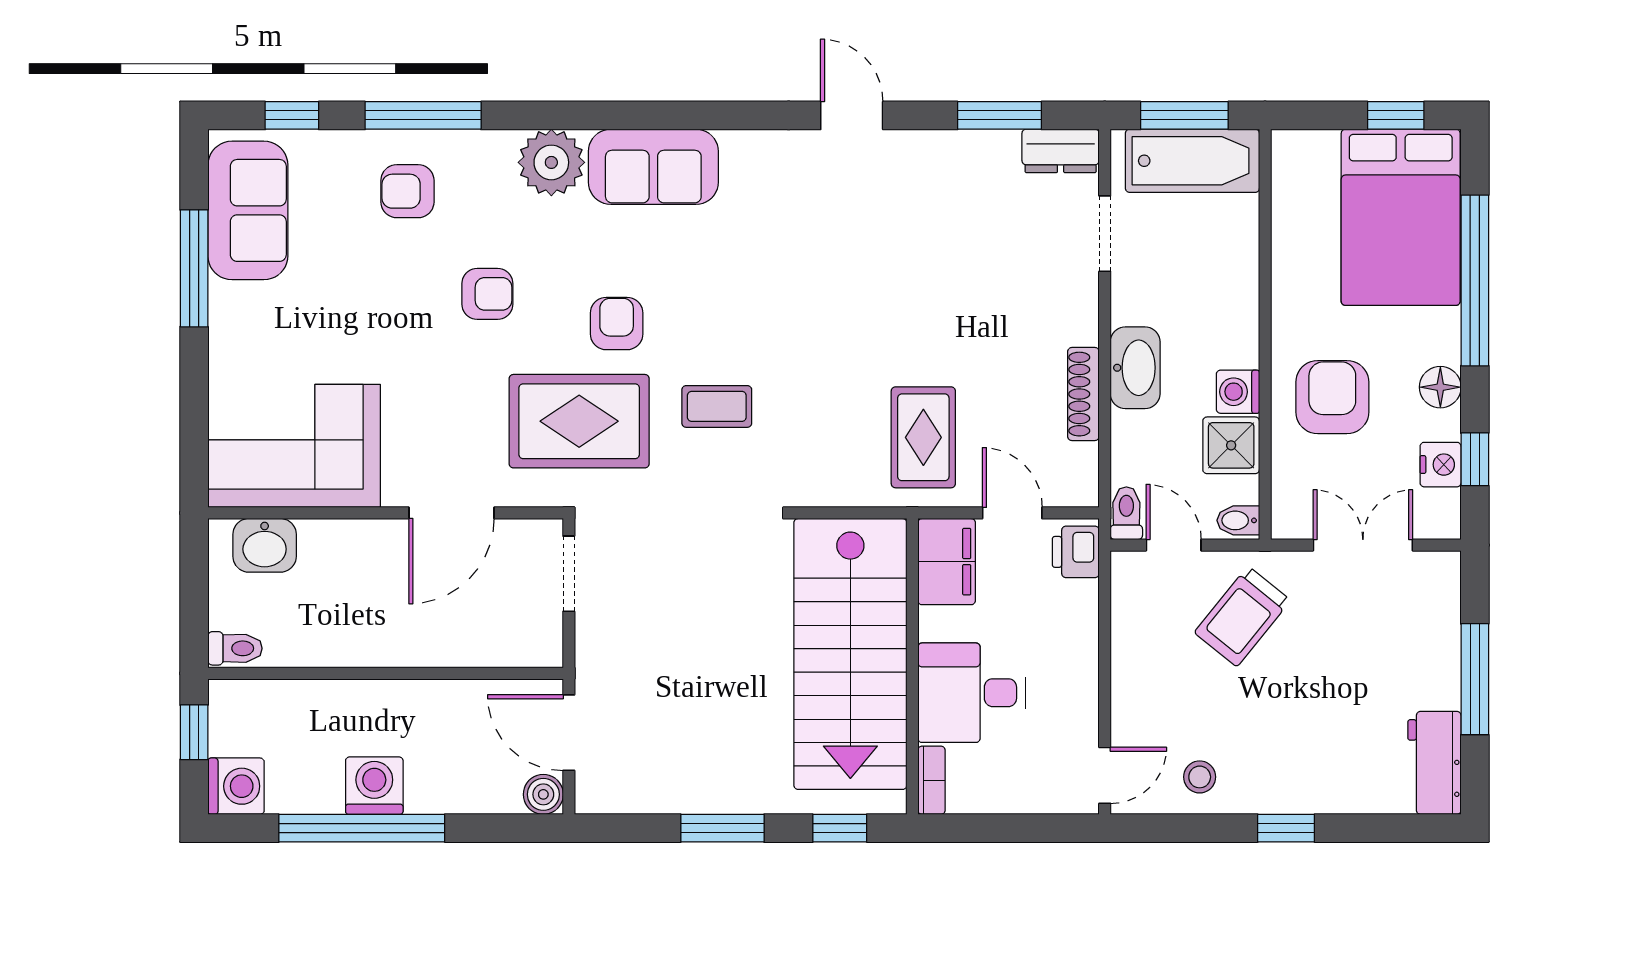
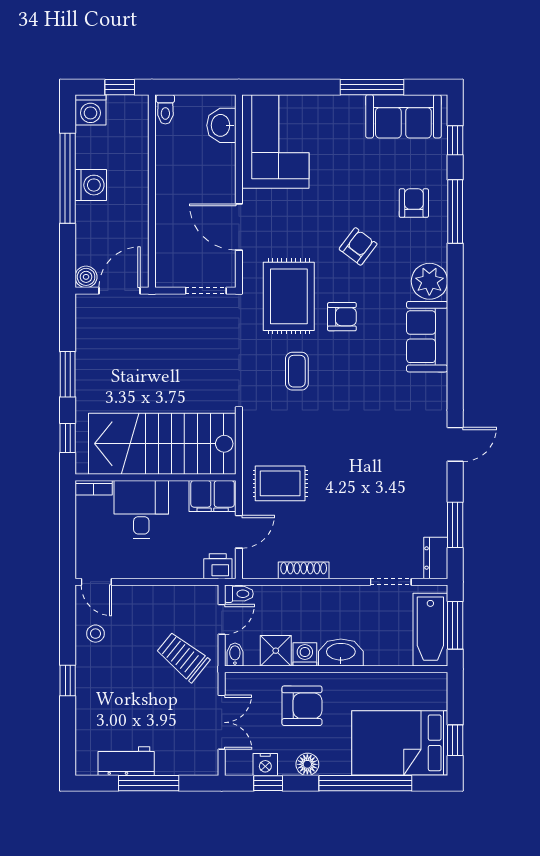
armchair: (487, 294) -> (358, 246), turned -143
washbasin: (1135, 368) -> (341, 653), moved, turned 180
workbench: (1434, 763) -> (126, 761), moved

